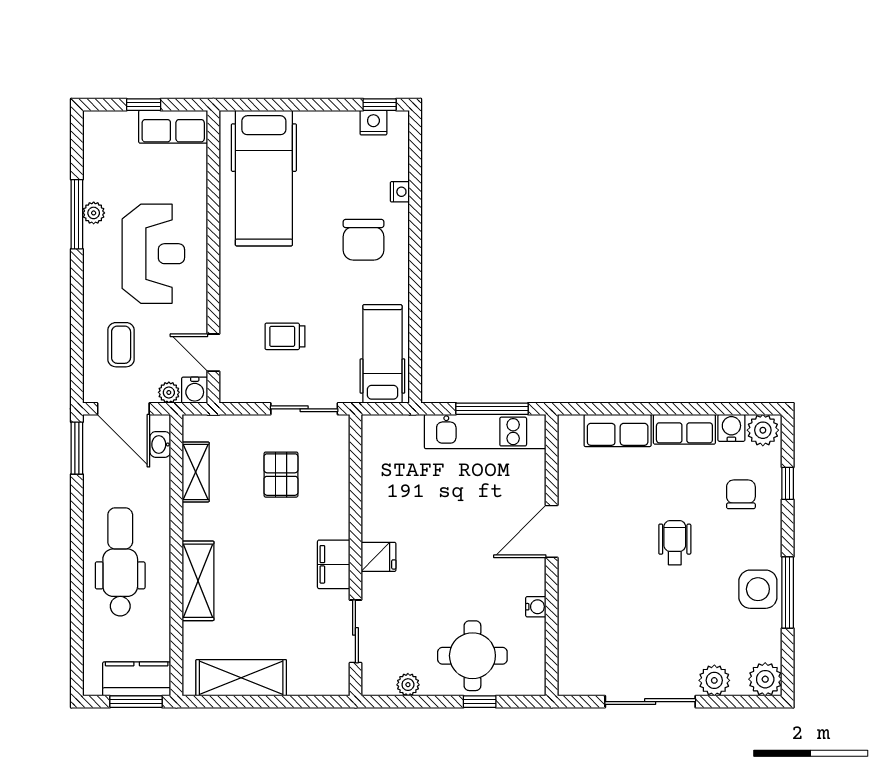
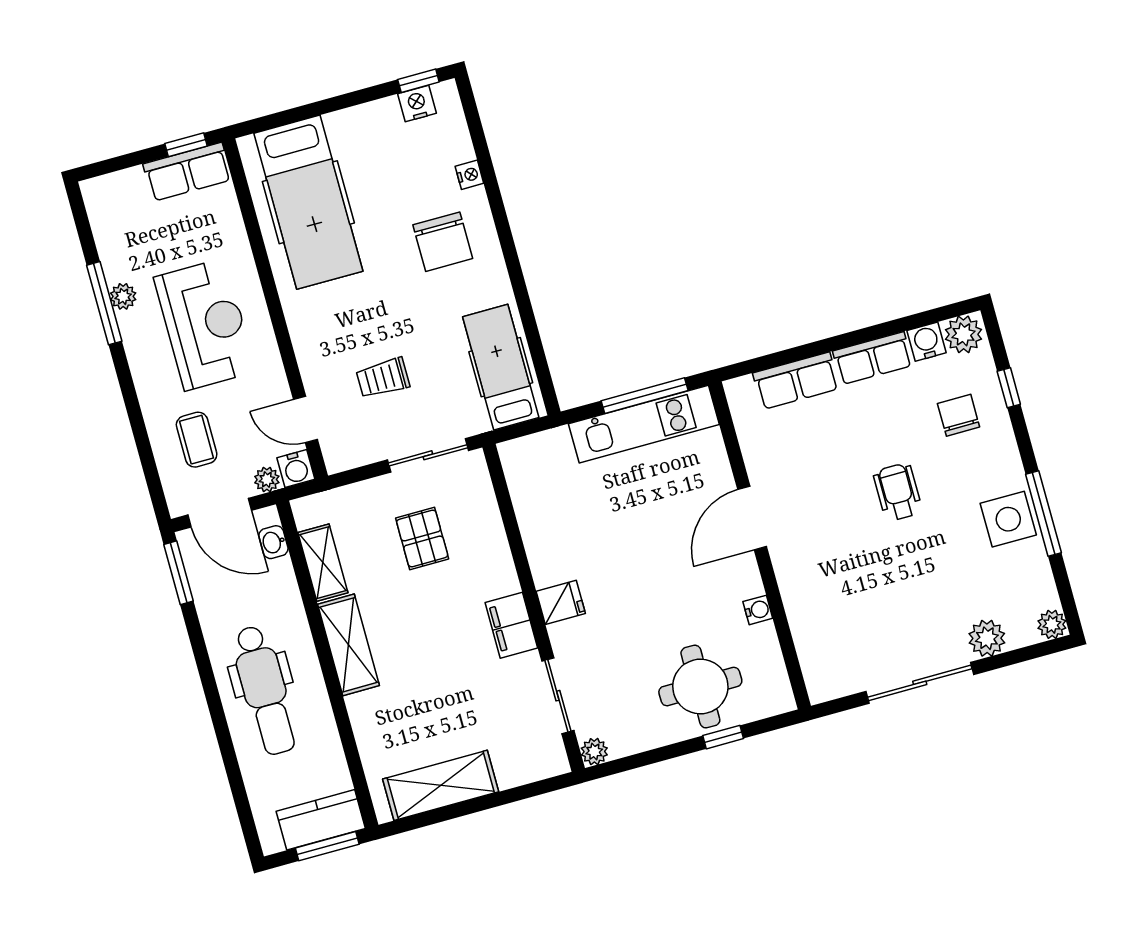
window: (144, 105) -> (186, 145), moved
dental chair: (120, 562) -> (265, 690), turned 180
shelving: (198, 581) -> (349, 645), moved
plant: (765, 679) -> (1052, 624), width x0.73, depth x0.73
plant: (408, 685) -> (594, 752), moved

